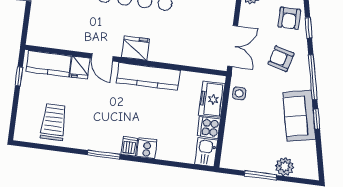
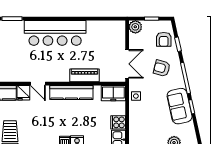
fridge: (136, 48) -> (60, 74), removed
piano: (170, 54) -> (85, 75), added
freezer: (212, 99) -> (113, 93), moved, turned -90

